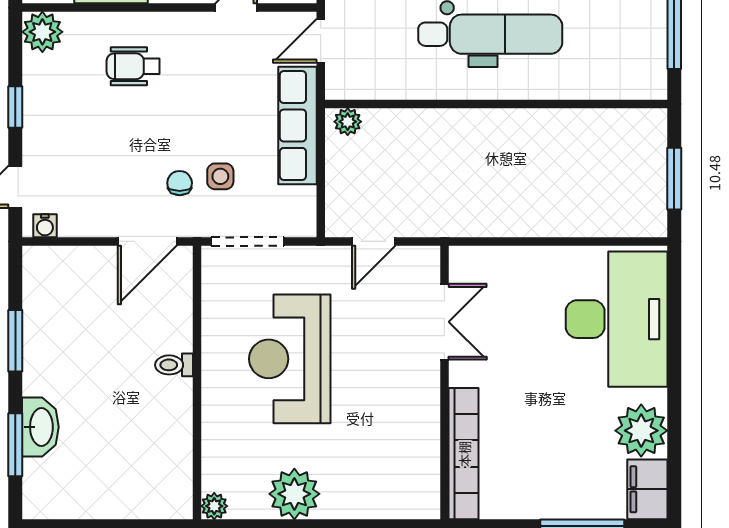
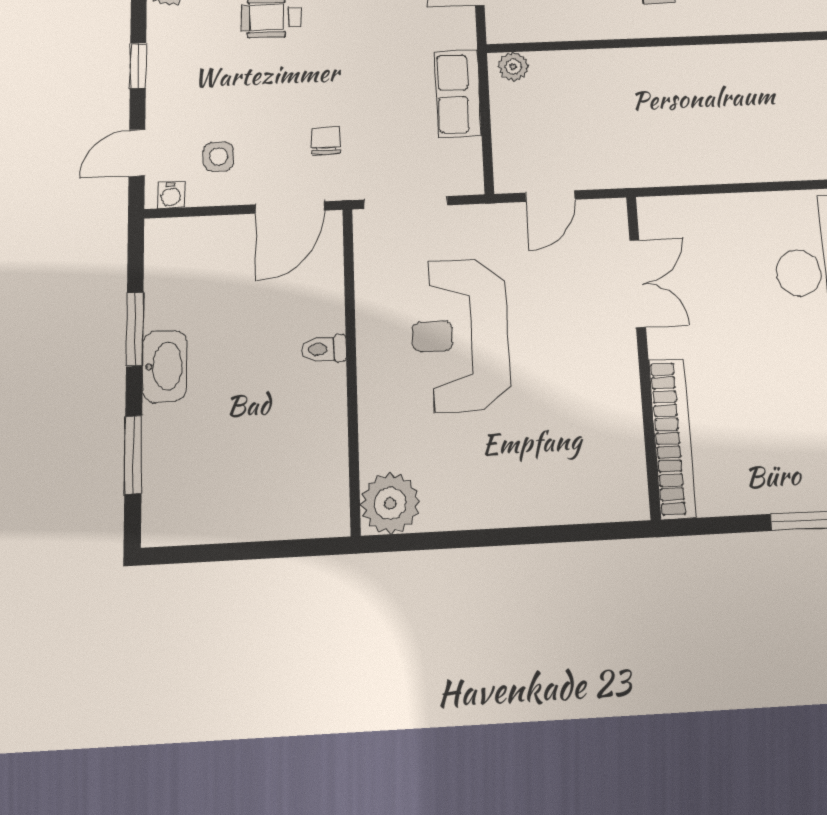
row of seats: (298, 125) -> (458, 93), width x0.68
side table: (220, 176) -> (218, 157), moved
washbasin: (40, 427) -> (164, 366), moved
plant: (294, 494) -> (473, 498), removed
plant: (214, 506) -> (390, 503), width x1.88, depth x1.88

